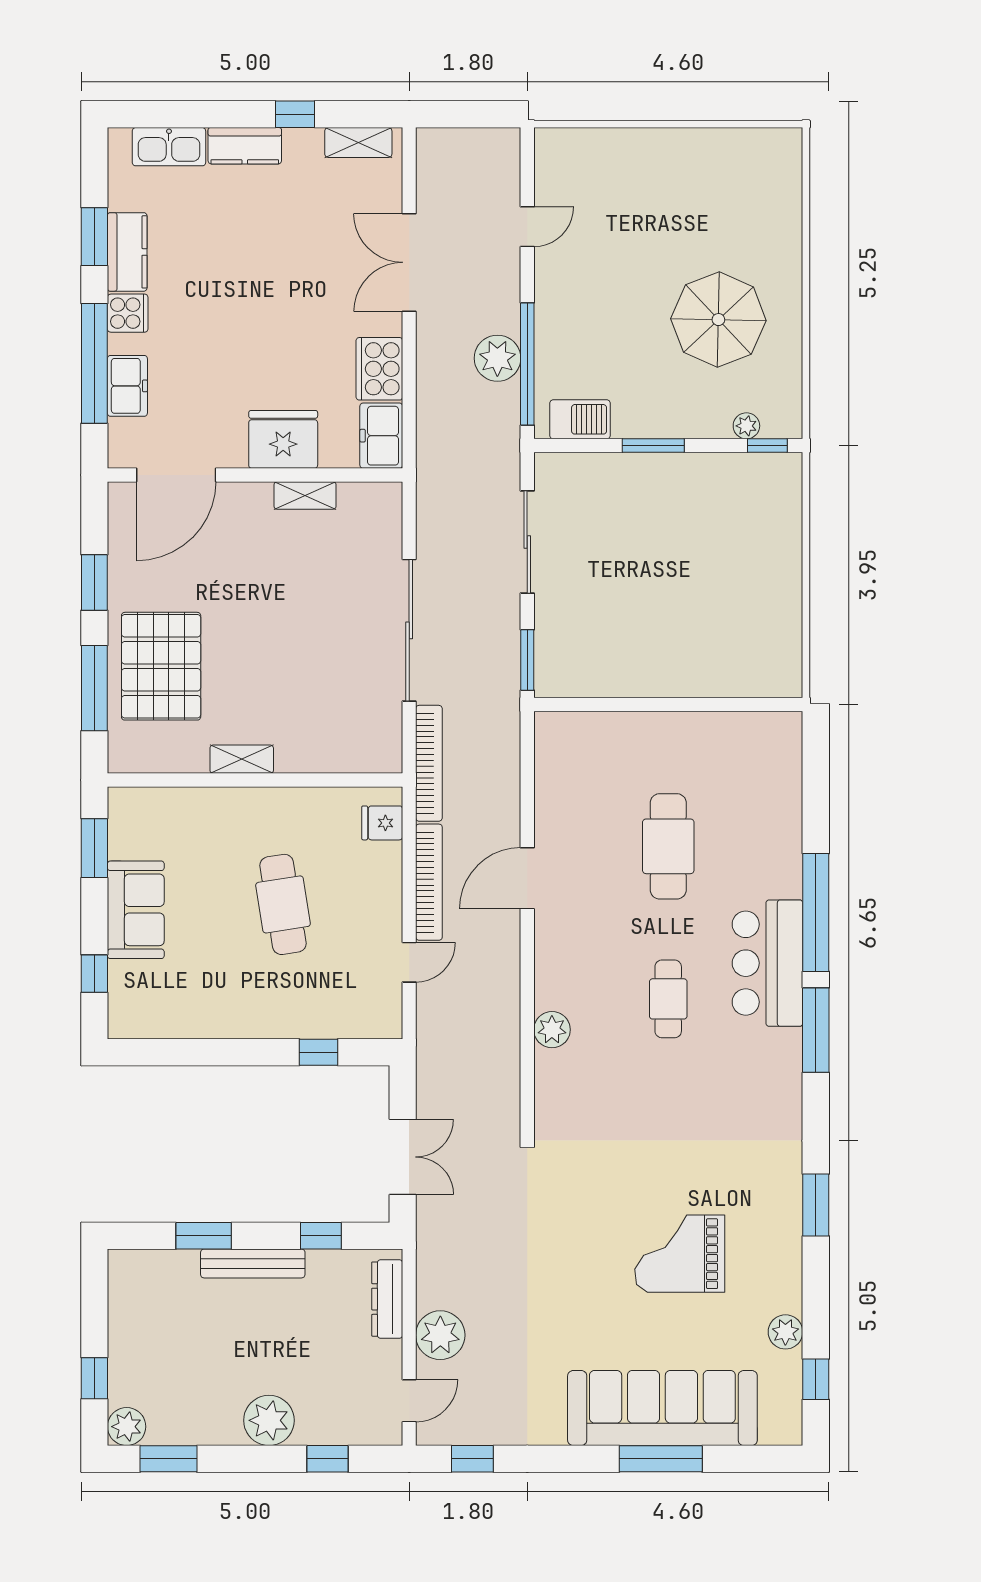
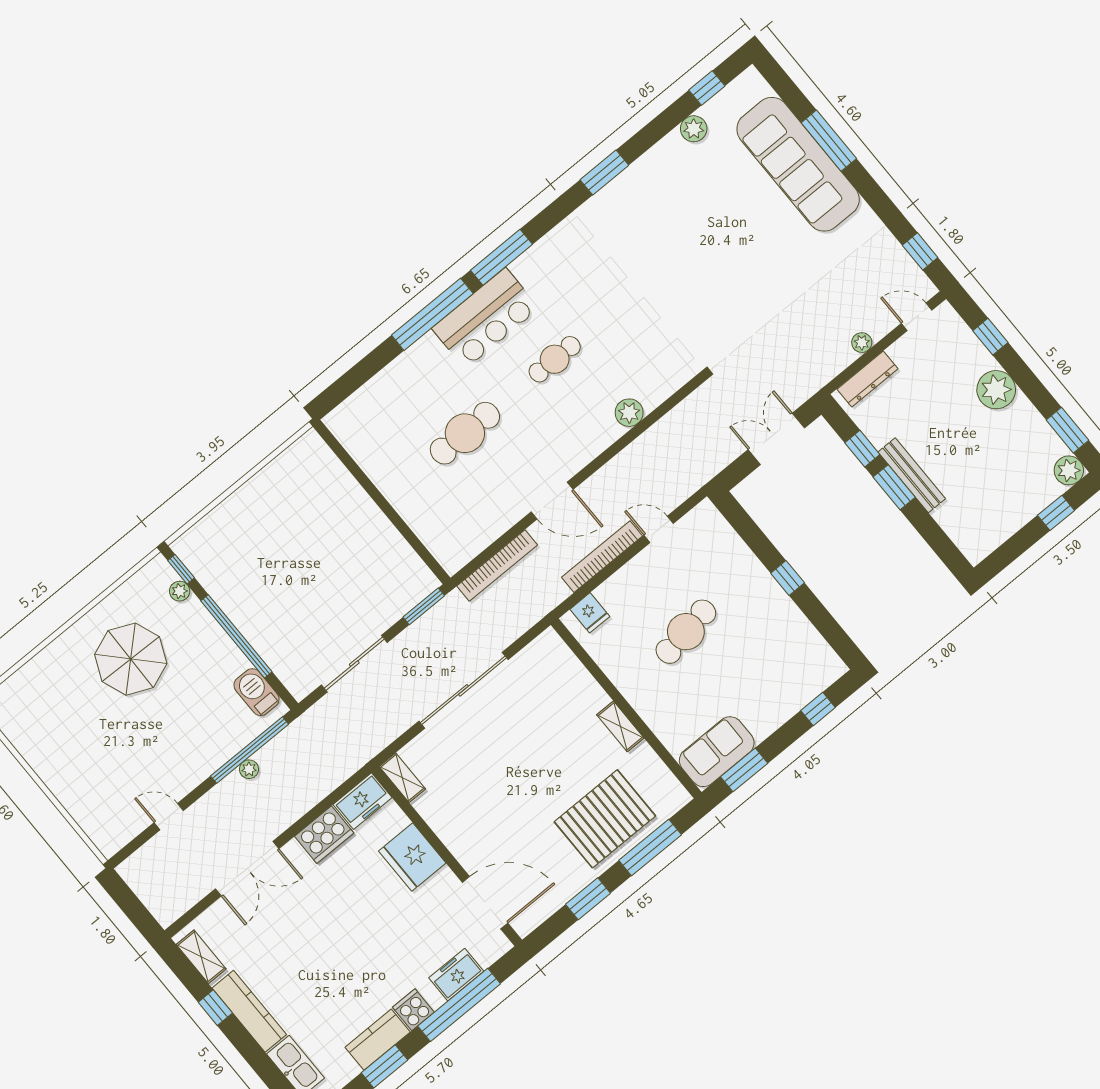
kitchen counter: (245, 146) -> (249, 1011), width x1.50
plant: (497, 358) -> (249, 769), width x0.53, depth x0.53
window: (653, 446) -> (236, 636), width x2.11
shelving: (305, 495) -> (402, 778), moved
bookcase: (429, 763) -> (497, 565), moved, turned 180
sofa: (136, 910) -> (717, 752), moved
window: (318, 1052) -> (788, 578), moved
window: (204, 1236) -> (894, 487), moved
grand piano: (680, 1254) -> (699, 229), removed
plant: (440, 1335) -> (862, 343), width x0.53, depth x0.53

